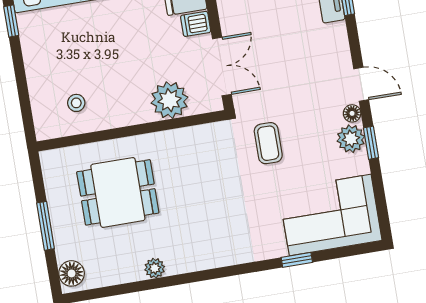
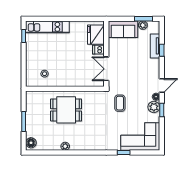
double door: (222, 67) -> (106, 69), swing flipped
door: (361, 84) -> (162, 86), hinge flipped
plant: (169, 100) -> (83, 79), removed
dining table: (118, 192) -> (66, 110), moved

